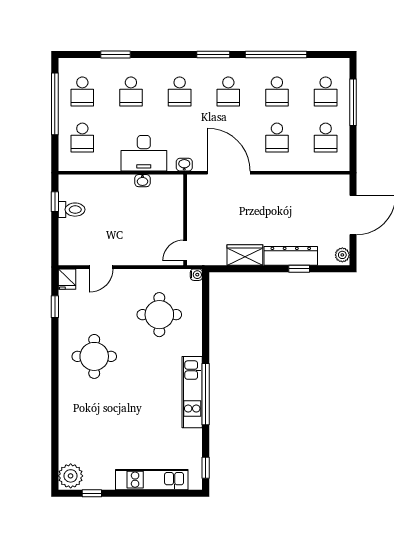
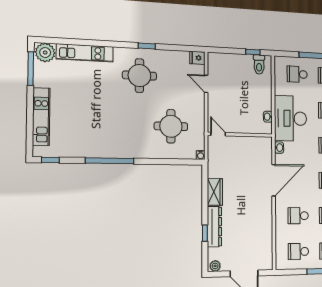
desk: (144, 153) -> (290, 118), width x1.36, depth x1.30
toilet: (72, 210) -> (259, 65), moved
wall: (185, 220) -> (240, 135), moved
door: (185, 251) -> (218, 134), moved
window: (55, 307) -> (147, 46), moved
kitchen unit: (192, 392) -> (85, 53), moved, turned 180
window: (92, 493) -> (31, 69), width x2.17

